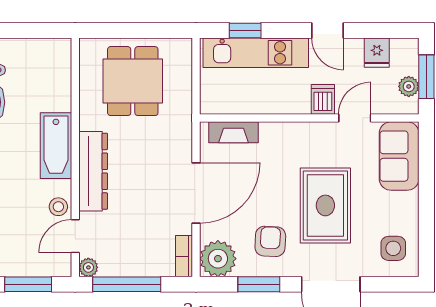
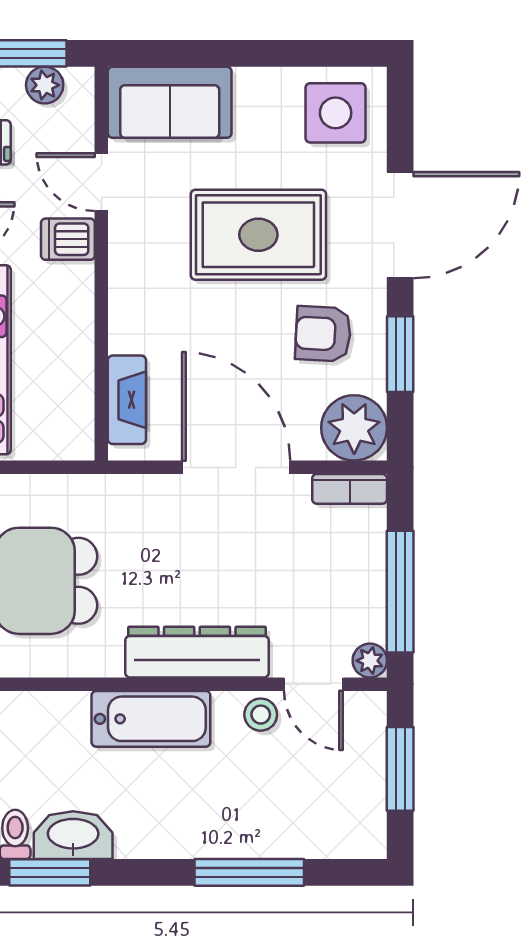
side table: (393, 248) -> (336, 113), width x1.37, depth x1.37

